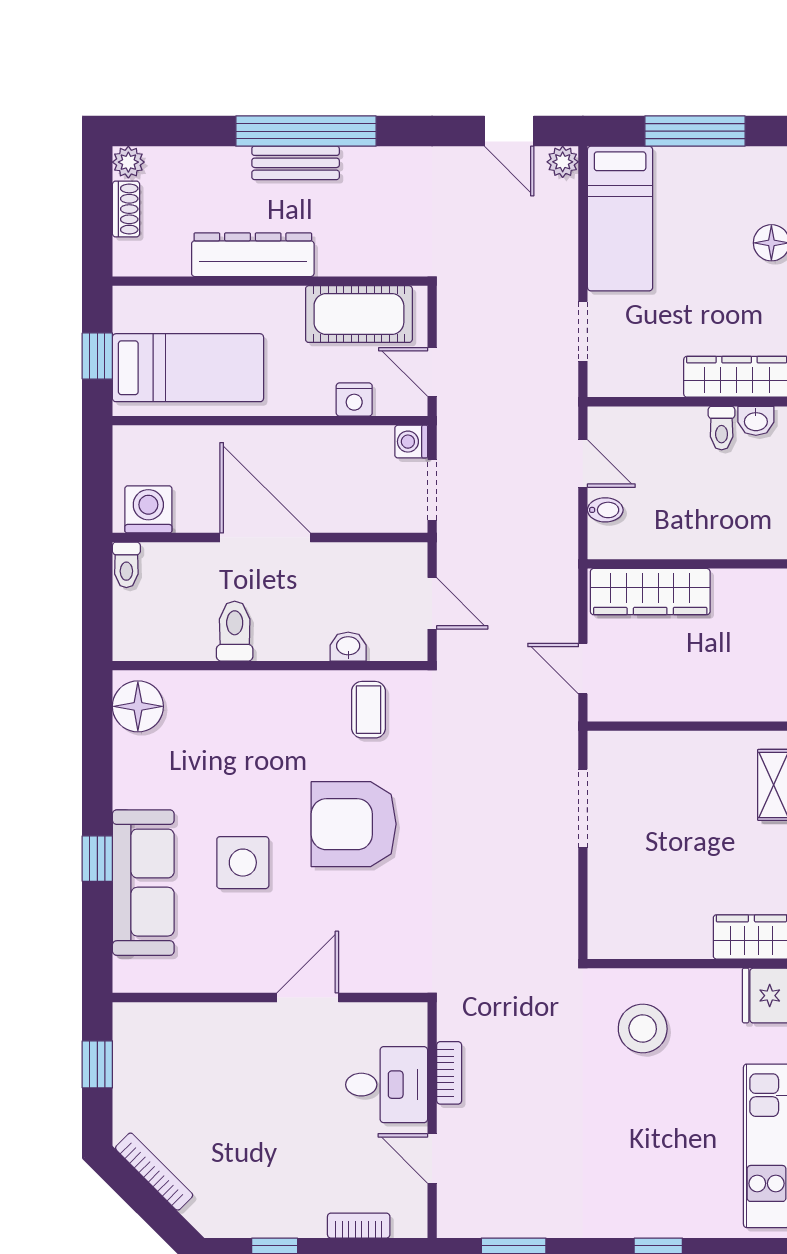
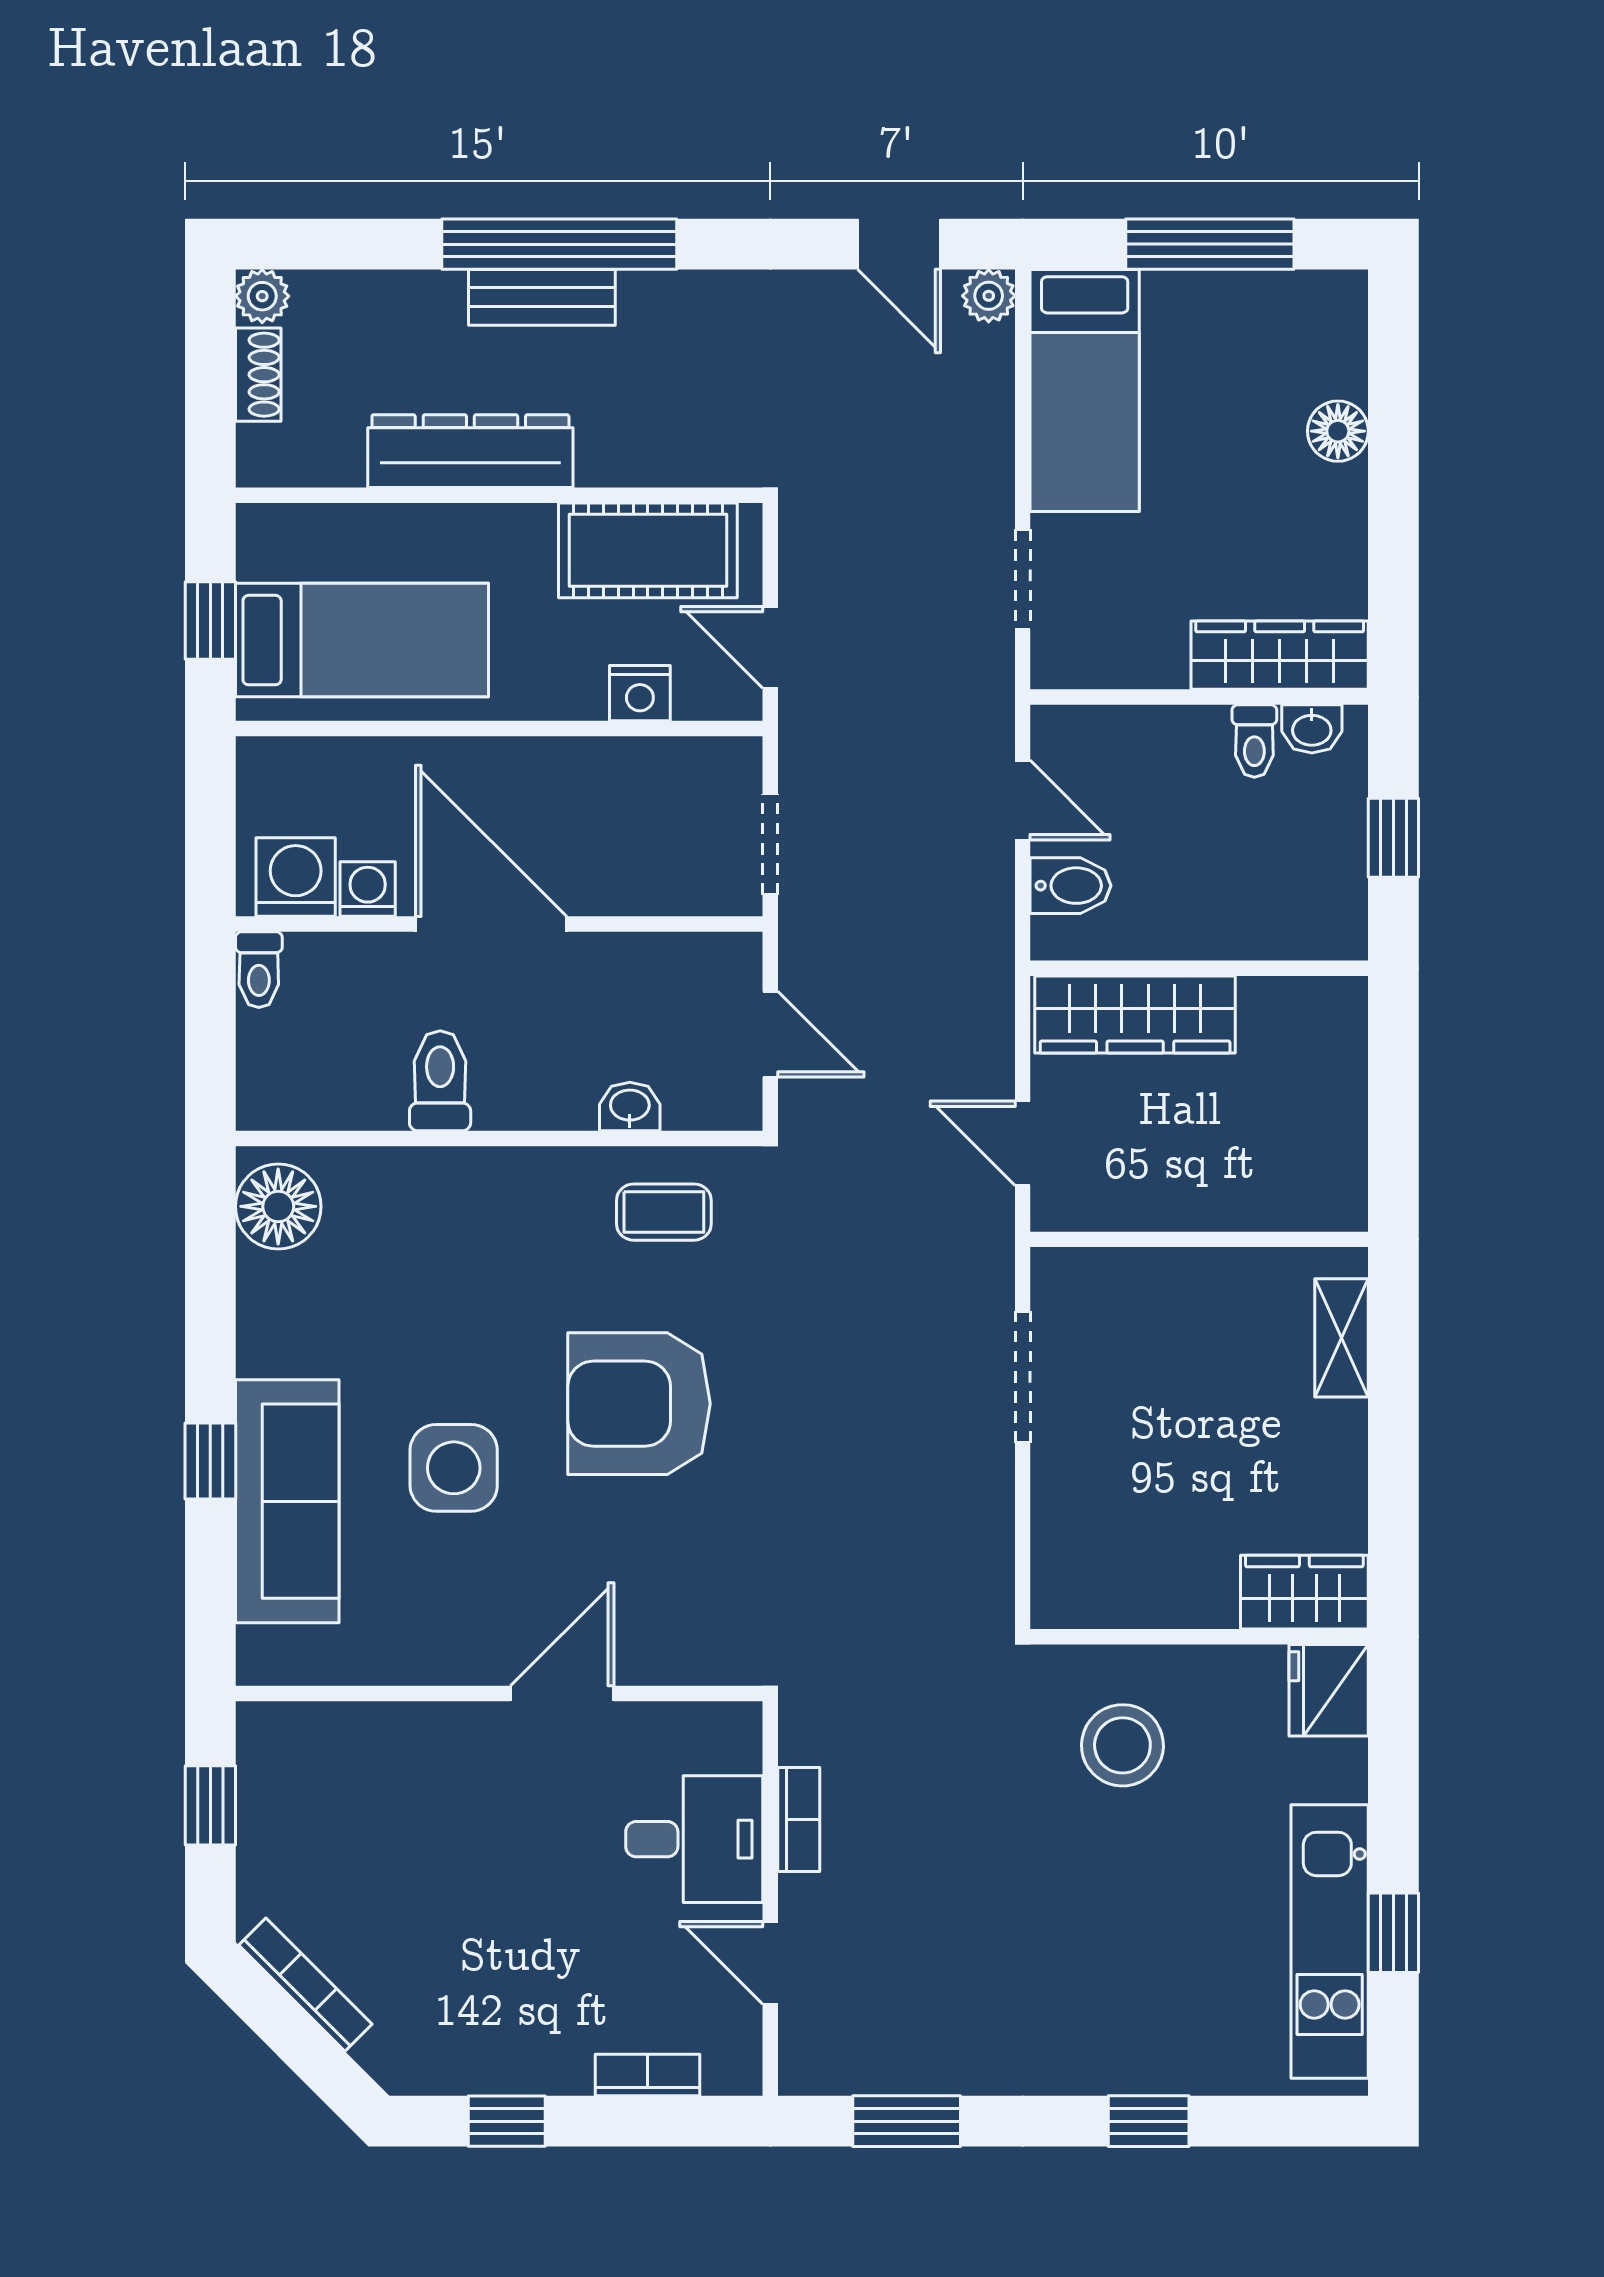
washing machine: (411, 442) -> (368, 889), moved, turned 90
bidet: (605, 510) -> (1071, 886), width x1.38, depth x1.36
coffee table: (369, 710) -> (664, 1212), turned 90

